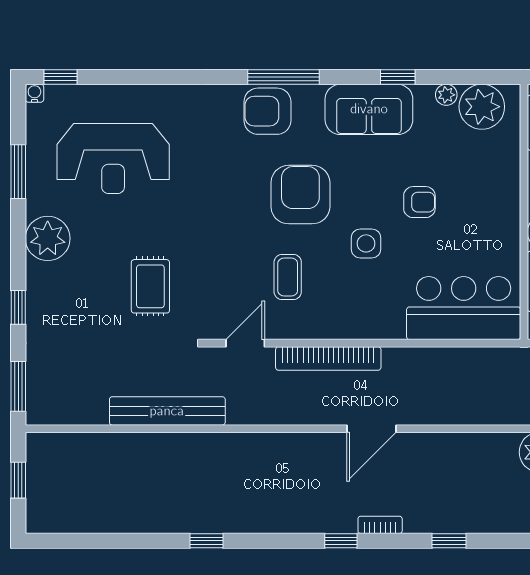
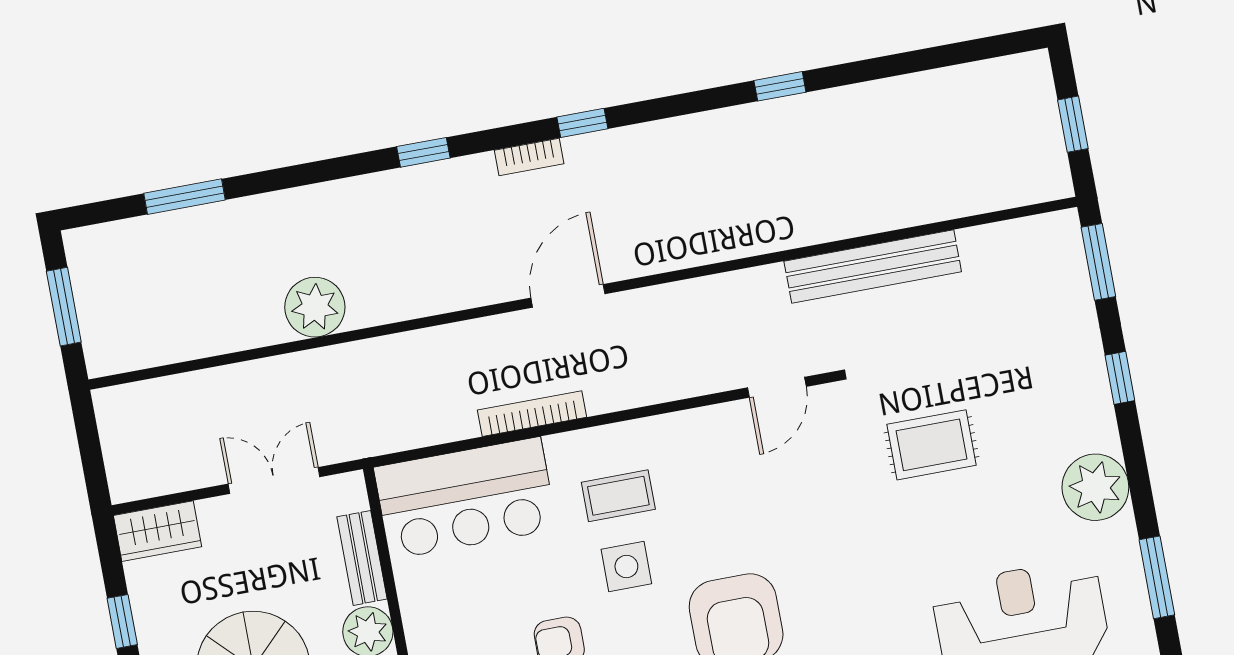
coffee table: (288, 277) -> (618, 496), moved, turned 90
rug: (150, 286) -> (932, 445), turned 90
bookcase: (328, 358) -> (532, 414), moved, width x0.68, depth x0.76

